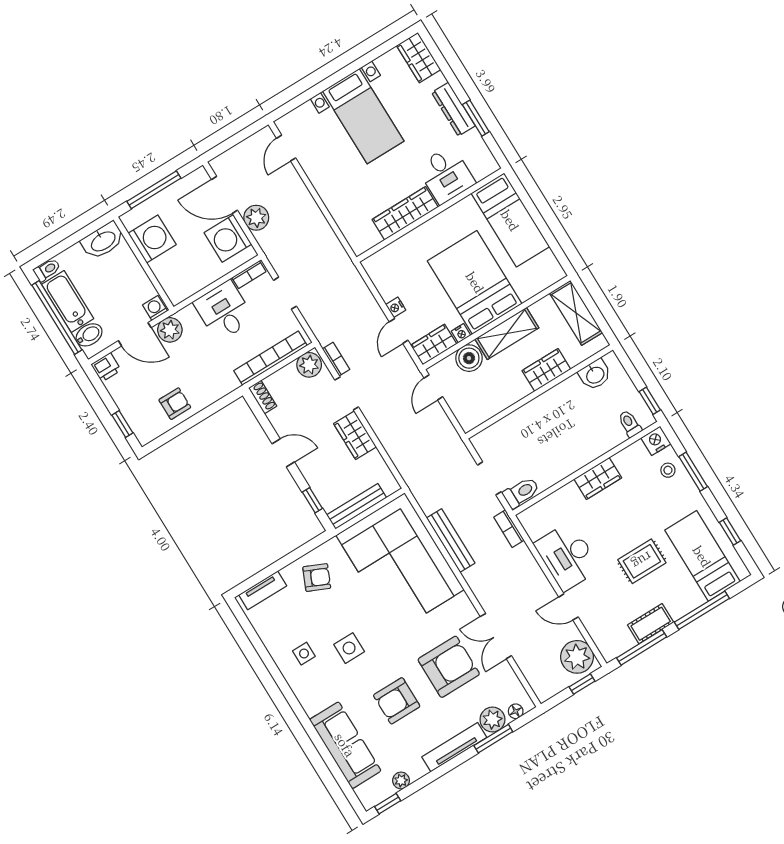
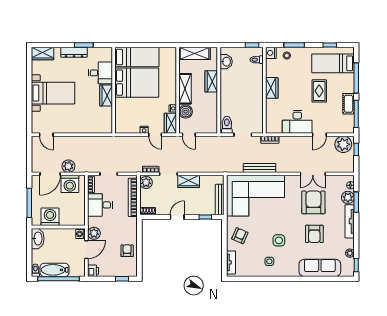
wardrobe: (405, 213) -> (106, 95), width x0.67
bed: (475, 282) -> (137, 83), moved, turned 180
bidet: (89, 335) -> (75, 270), removed
toilet: (521, 492) -> (227, 125), moved

